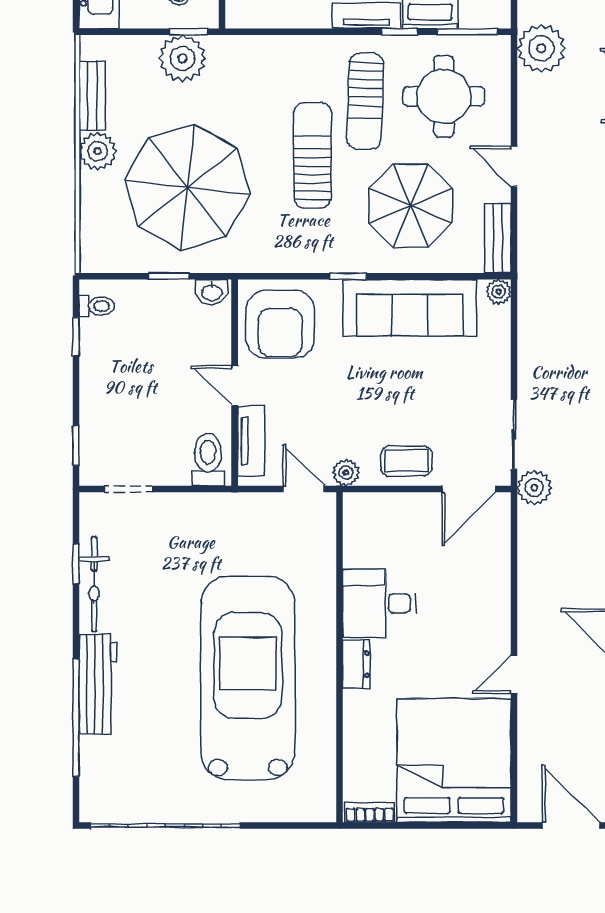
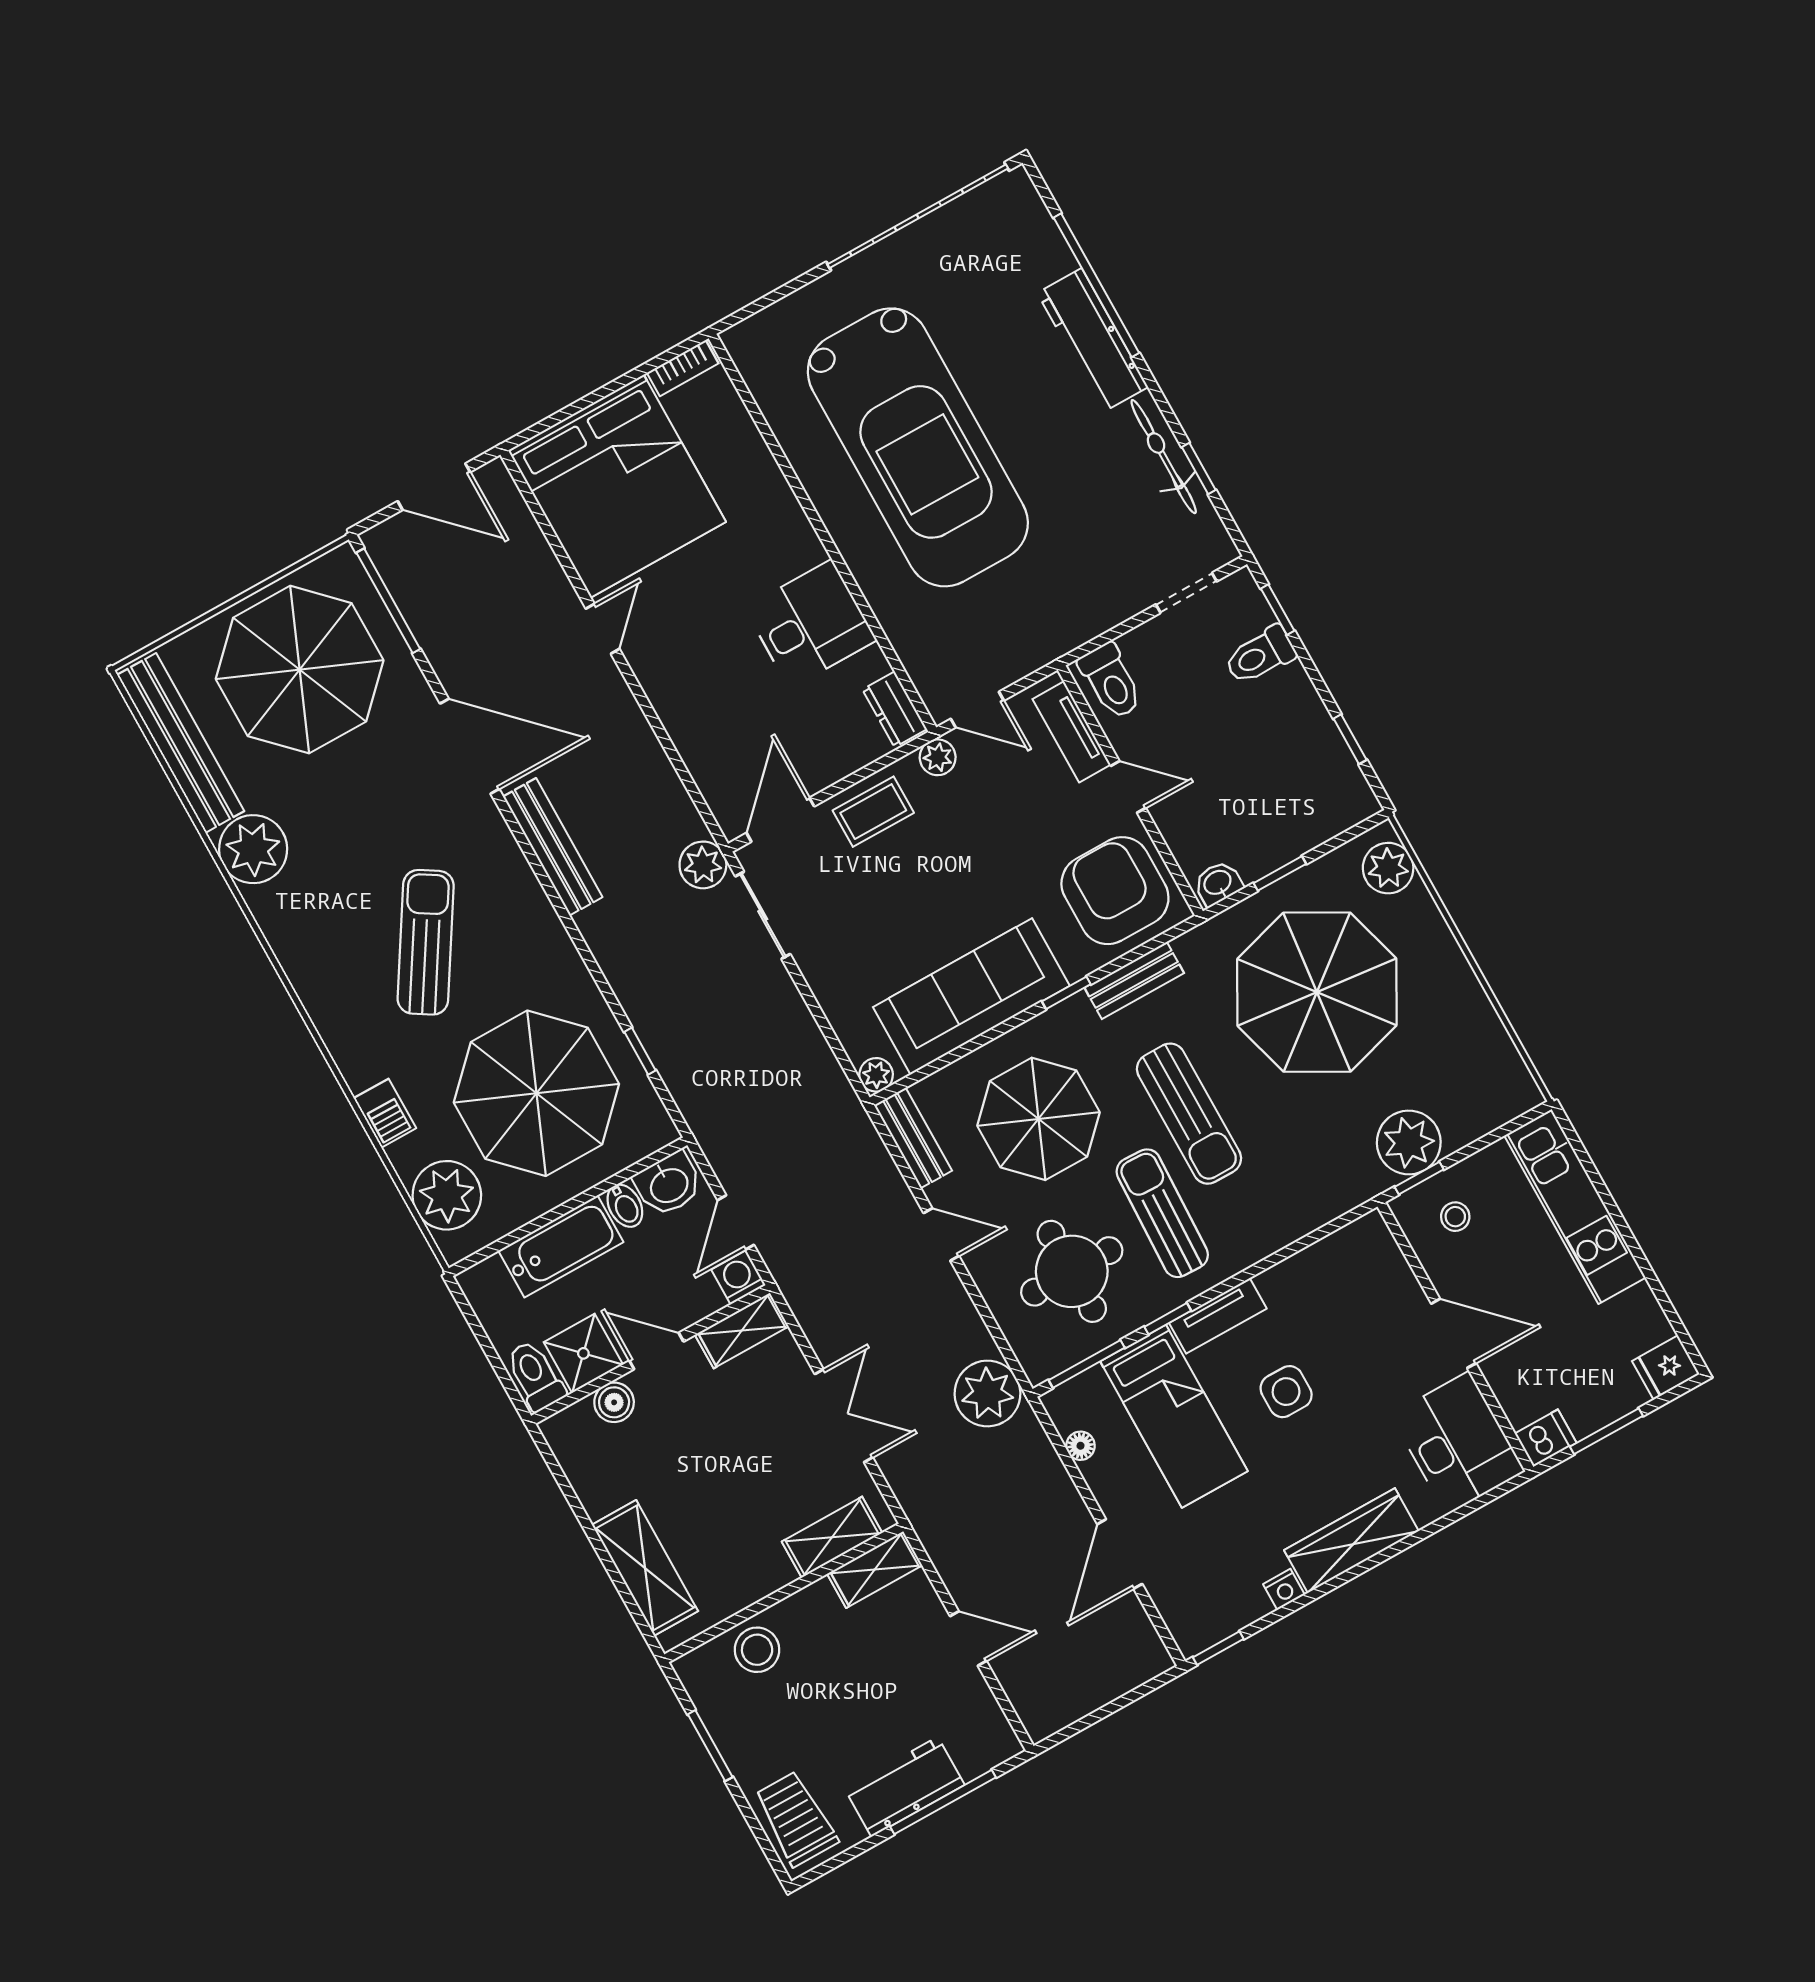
bench: (92, 96) -> (1134, 980), moved, turned 90
plant: (98, 151) -> (1388, 868), moved
toilet: (97, 306) -> (1260, 655), moved, width x1.37, depth x1.39
dresser: (356, 664) -> (895, 709), moved

